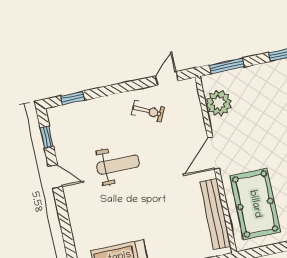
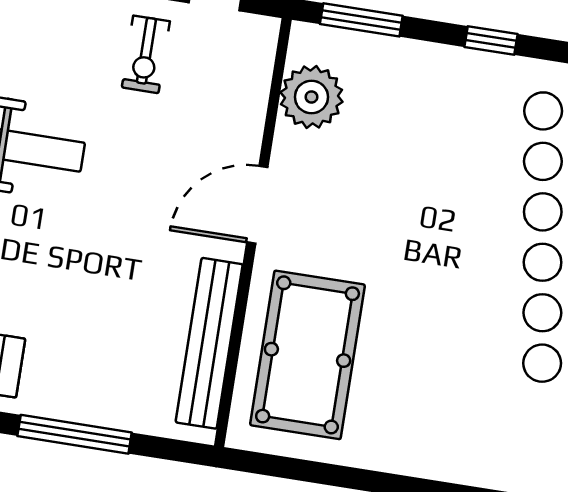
exercise bike: (148, 111) -> (146, 54), turned 64

